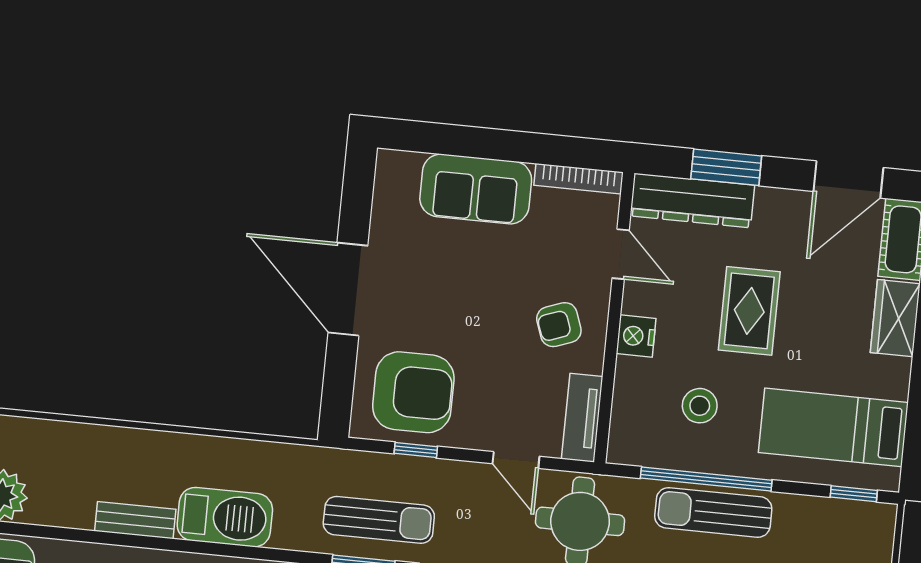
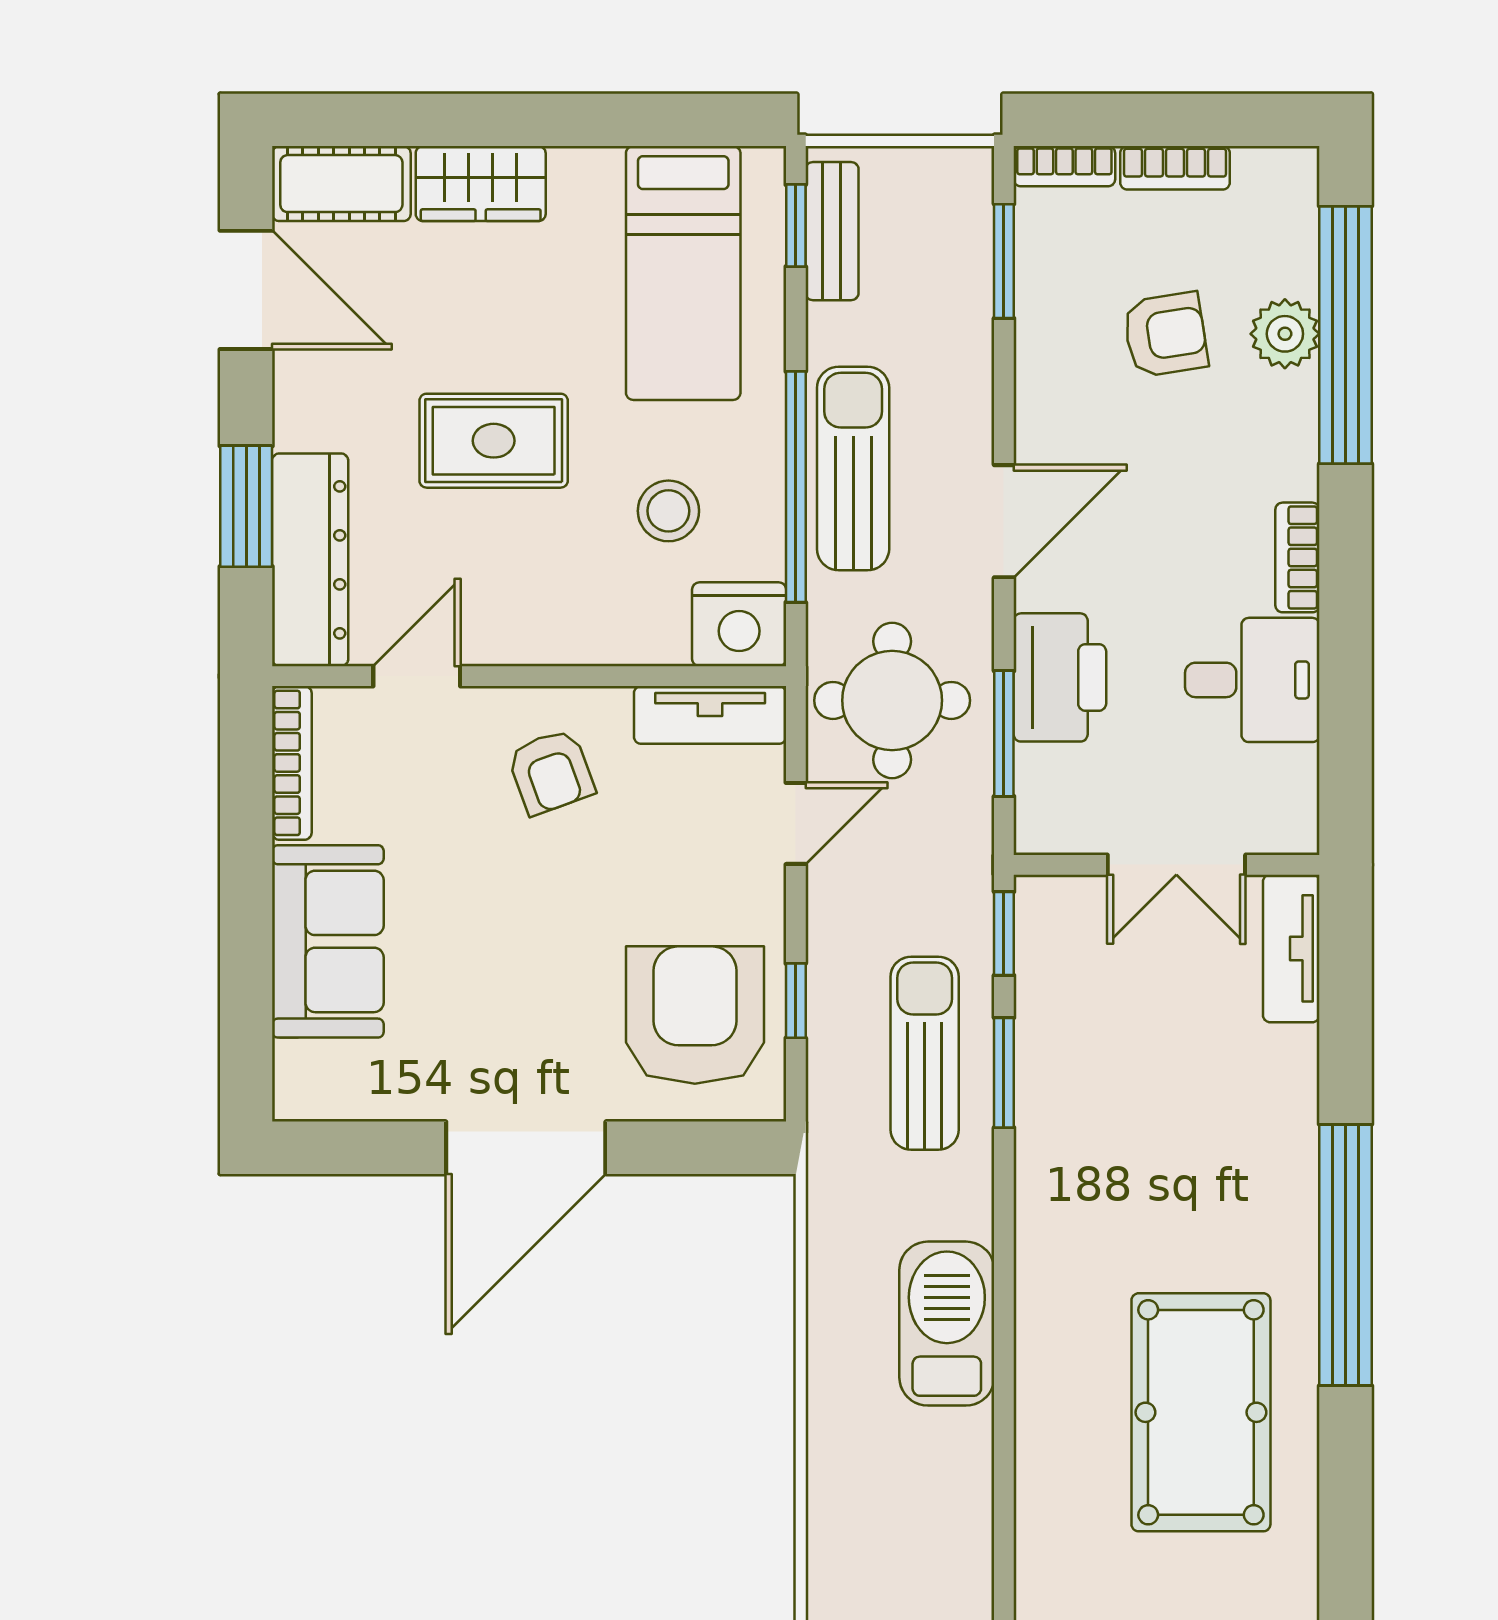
nightstand: (636, 336) -> (739, 624), moved, width x1.36, depth x1.33
sun lounger: (713, 512) -> (853, 468), turned 180
bench: (135, 520) -> (832, 231), moved

